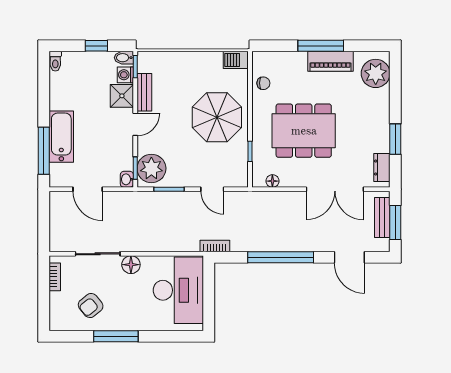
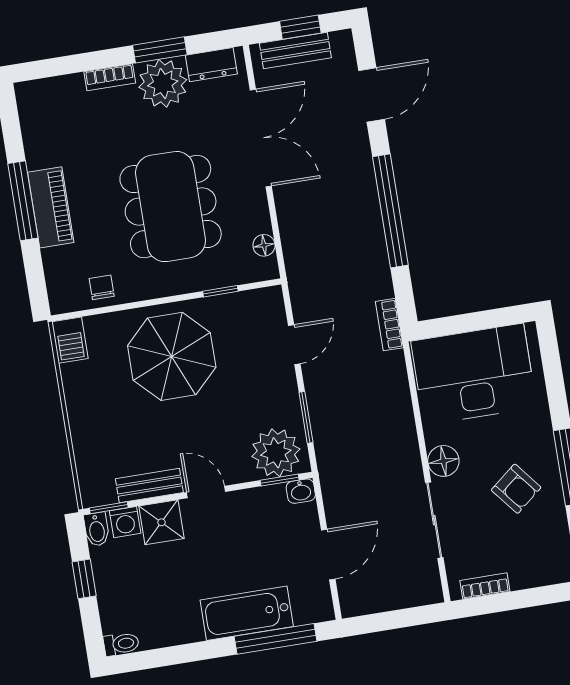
piano: (330, 61) -> (51, 207), moved
plant: (376, 73) -> (163, 83), moved
bookcase: (384, 108) -> (110, 77), added
window: (395, 222) -> (300, 27), width x0.67
armchair: (91, 306) -> (516, 489), moved

